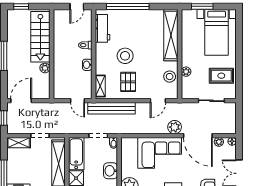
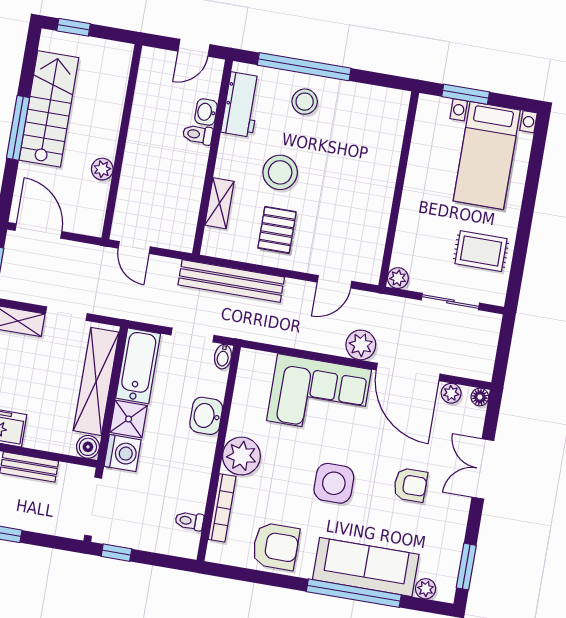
shelving: (171, 35) -> (387, 144), removed
stairs: (40, 37) -> (49, 109), moved, turned 180
washbasin: (87, 65) -> (206, 112), moved
plant: (186, 72) -> (398, 278), moved
stool: (170, 77) -> (305, 102), moved
shelving: (100, 86) -> (219, 203), moved
door: (21, 101) -> (38, 231), hinge flipped
door: (78, 101) -> (134, 247), moved

